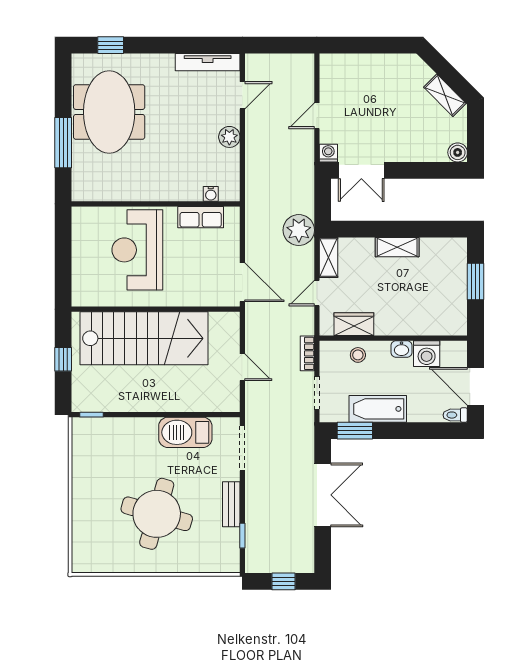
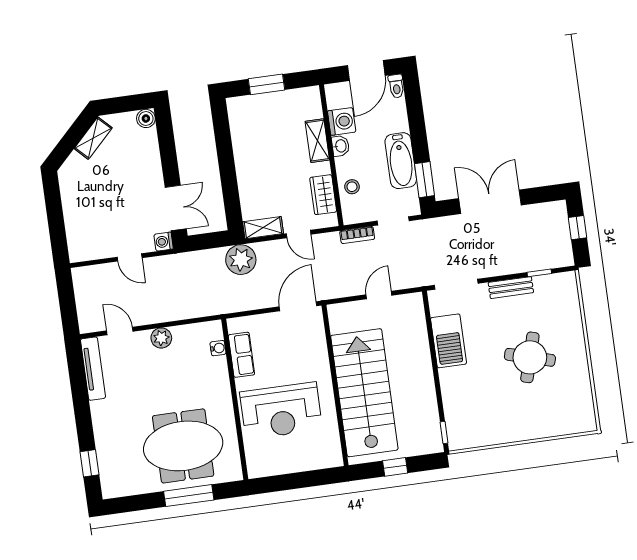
meeting table: (109, 112) -> (183, 446), moved
shelving: (397, 247) -> (317, 141), moved
round table: (157, 514) -> (530, 357), width x0.73, depth x0.73

